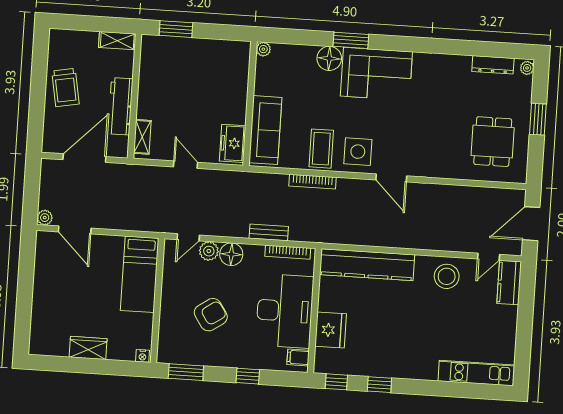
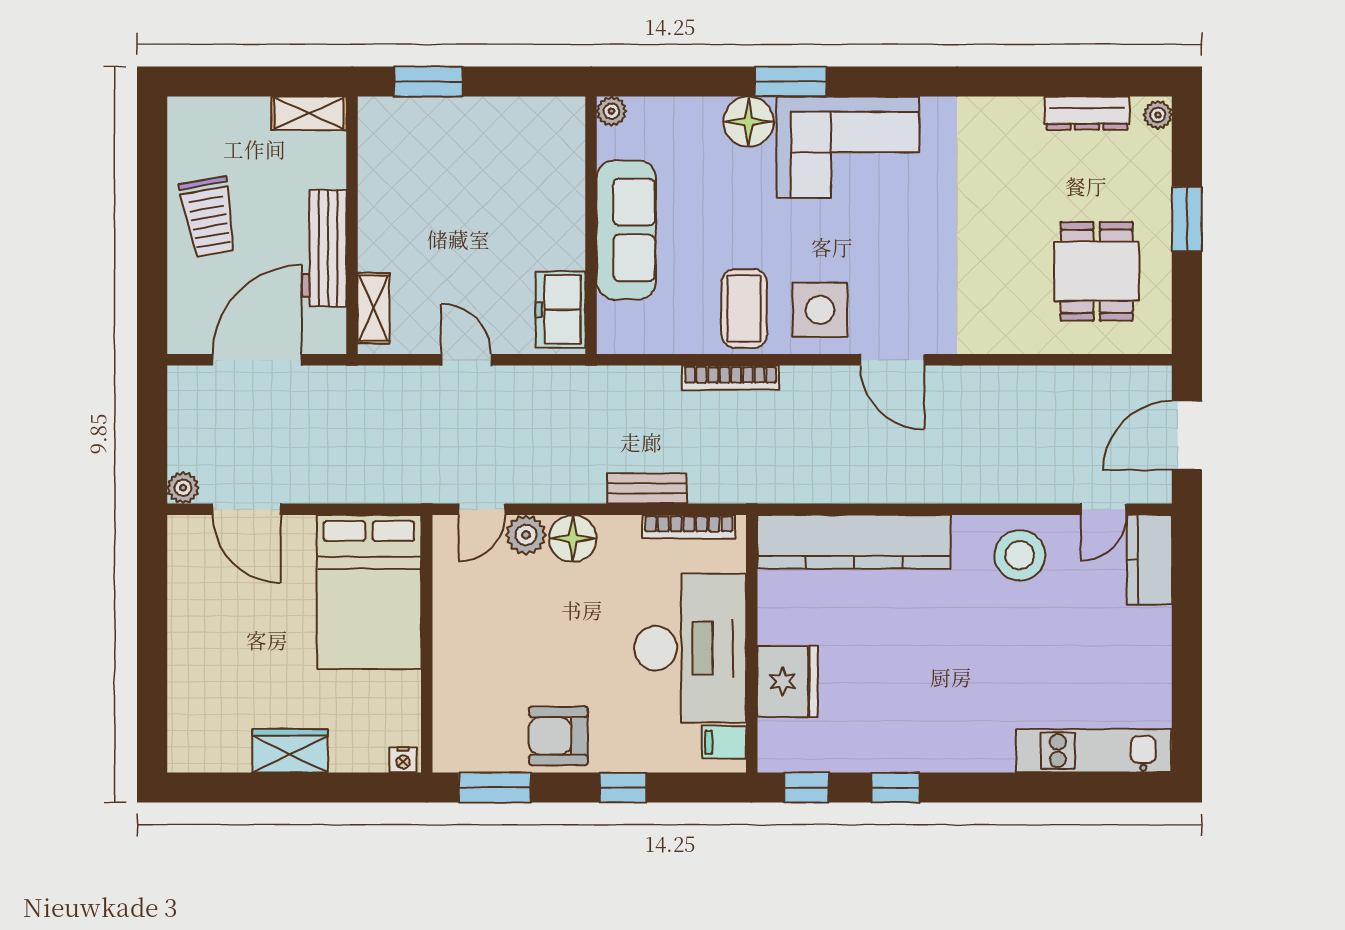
sofa: (265, 130) -> (626, 230), moved
bed: (140, 274) -> (369, 592), width x1.50
armchair: (211, 315) -> (558, 736), moved, turned -146

